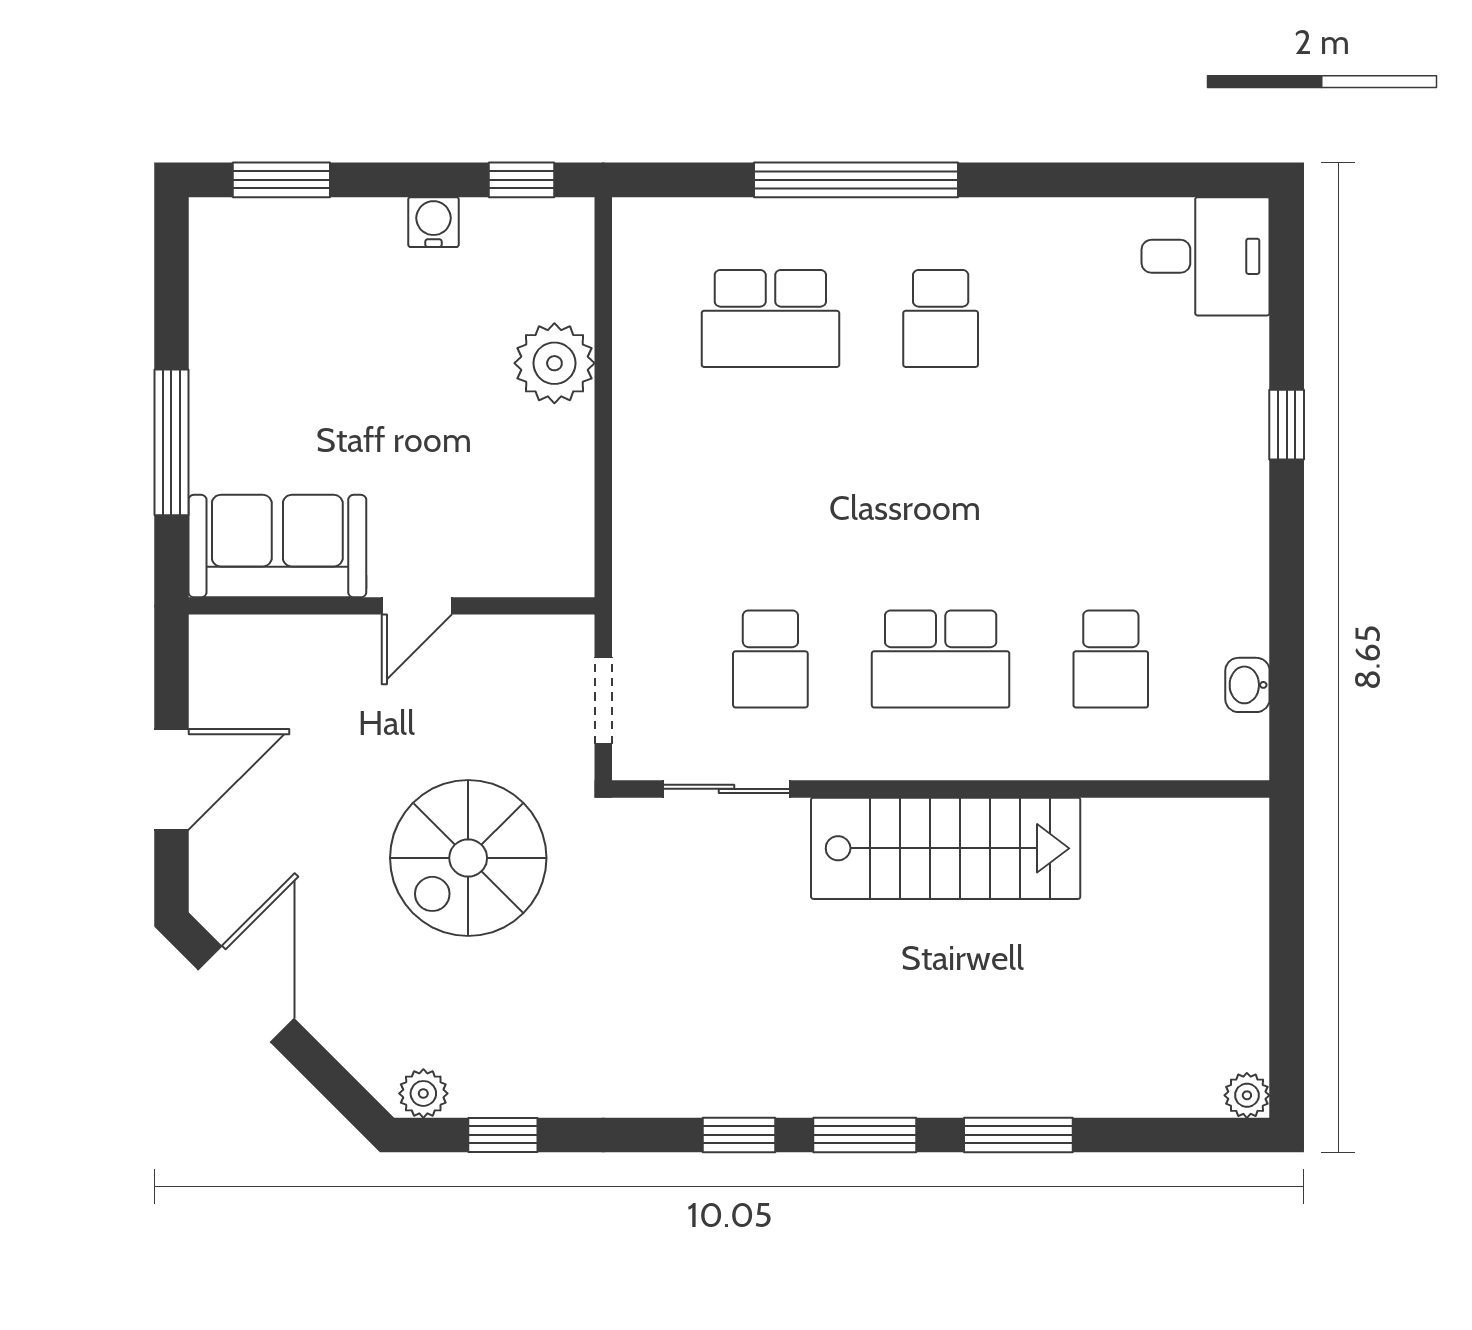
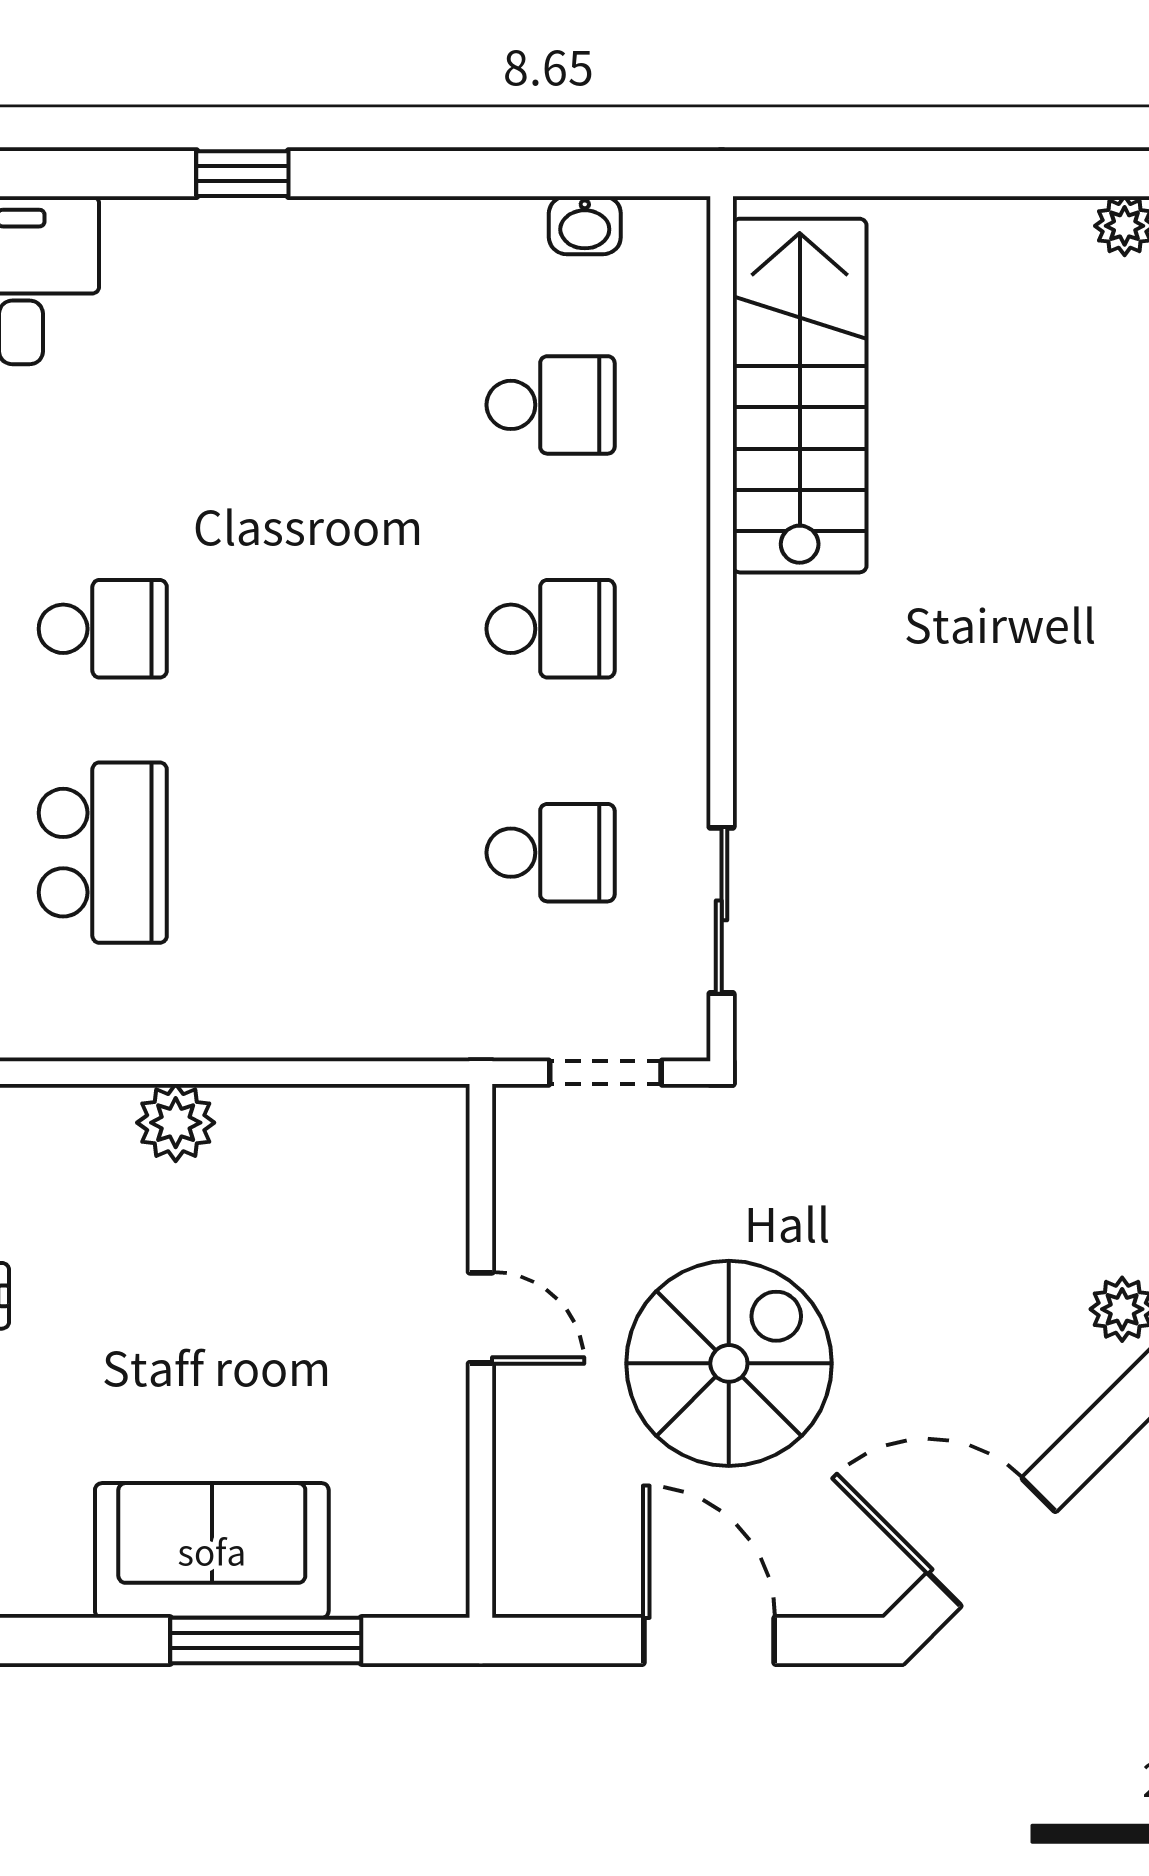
plant: (554, 363) -> (176, 1123), width x0.73, depth x0.73
sofa: (277, 546) -> (212, 1550), moved, turned 90
school desk: (941, 659) -> (551, 629), width x0.54
stairs: (946, 848) -> (800, 396), moved
spiral stairs: (468, 858) -> (729, 1363), moved, turned -90

